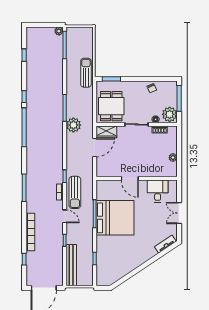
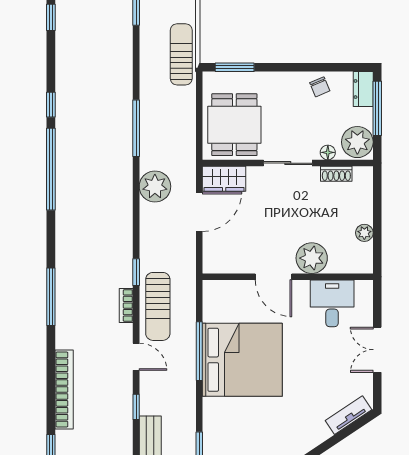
dresser: (172, 89) -> (363, 89), added
plant: (73, 125) -> (155, 186), moved
plant: (148, 170) -> (312, 258), added

